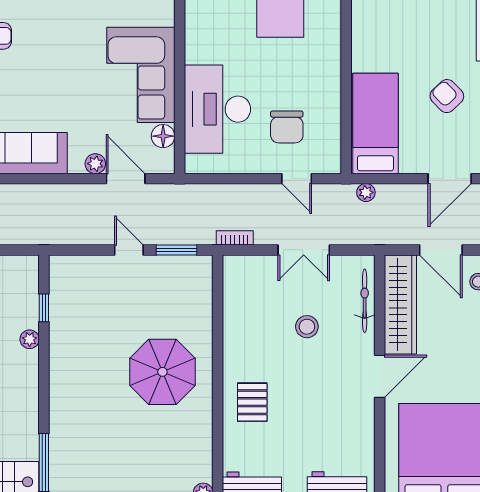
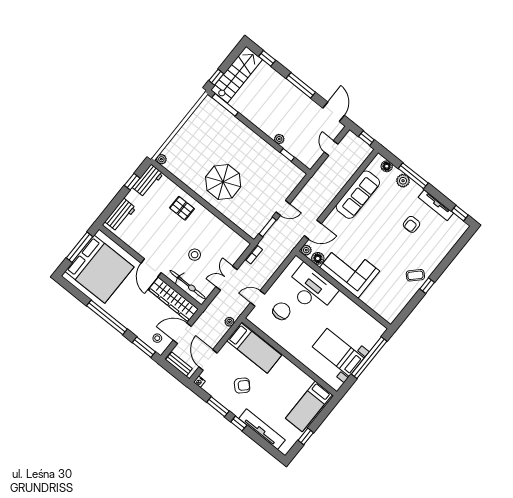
chair: (287, 127) -> (281, 311), turned 90
plant: (95, 164) -> (306, 250), moved
bicycle: (365, 301) -> (188, 285), width x1.37, depth x1.40

